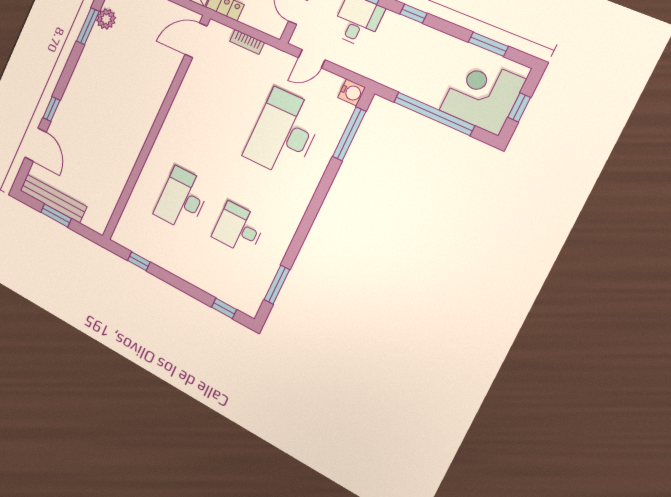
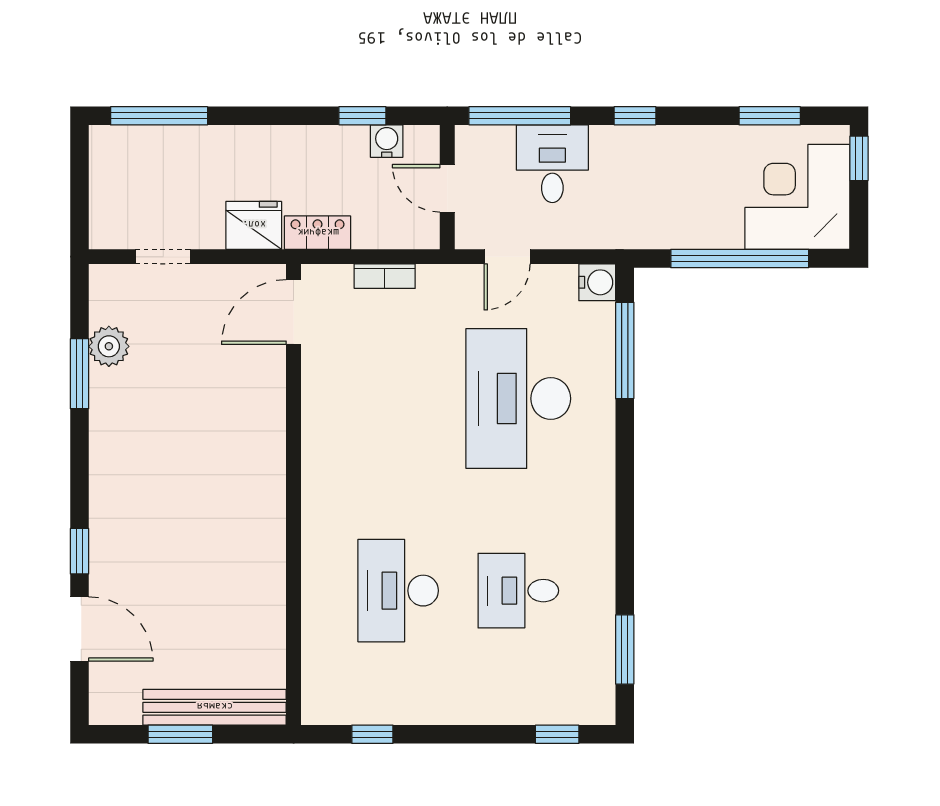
window: (519, 107) -> (859, 158), moved
bench: (53, 199) -> (215, 707), moved

